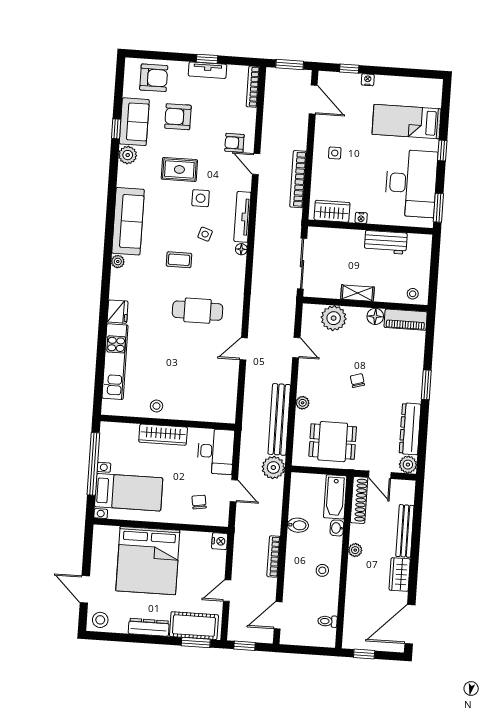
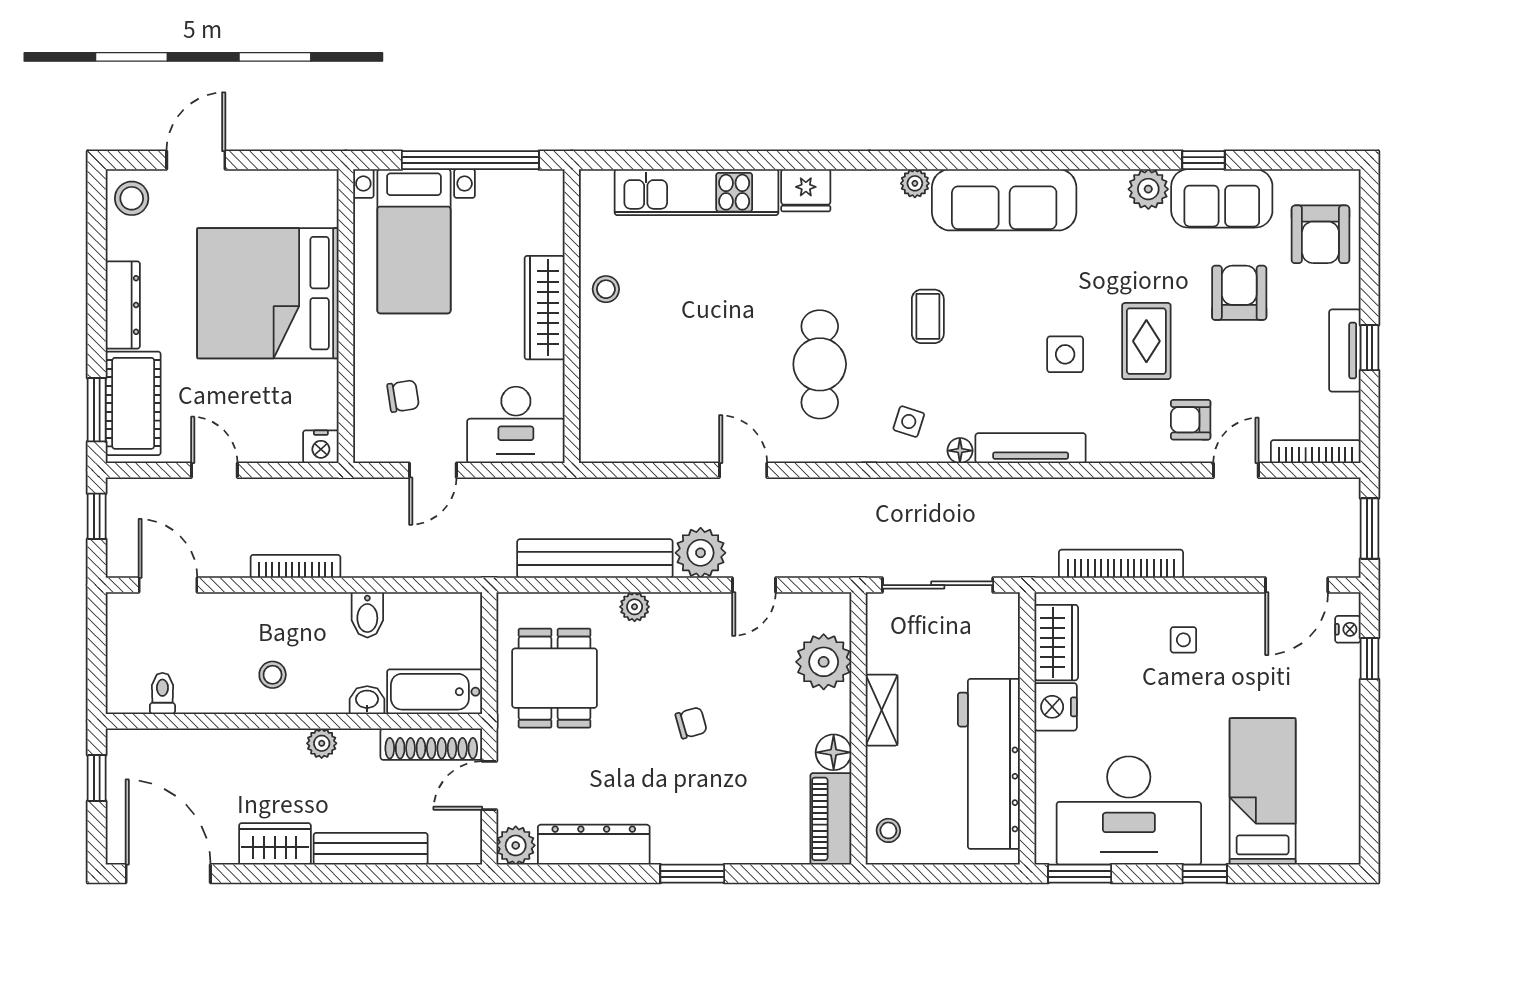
nightstand: (368, 80) -> (1348, 629), moved
armchair: (234, 143) -> (1191, 420), turned -90
door: (256, 164) -> (1236, 470), moved
rug: (179, 169) -> (1146, 341), moved
nightstand: (361, 218) -> (1056, 707), width x1.89, depth x1.79
side table: (205, 234) -> (909, 422), moved
workbench: (386, 242) -> (989, 764), width x1.88, depth x1.32
plant: (273, 468) -> (701, 553), moved

